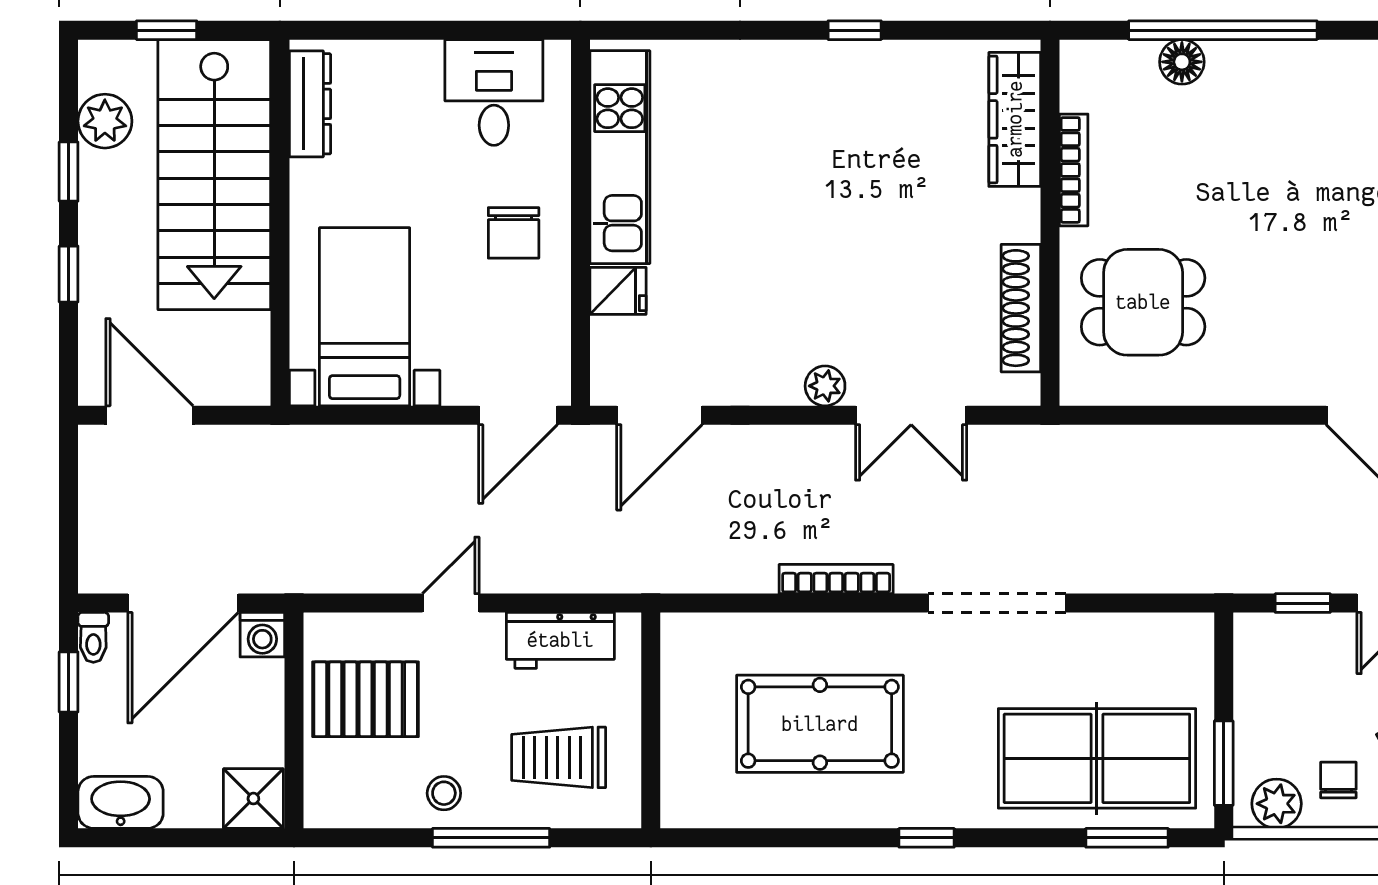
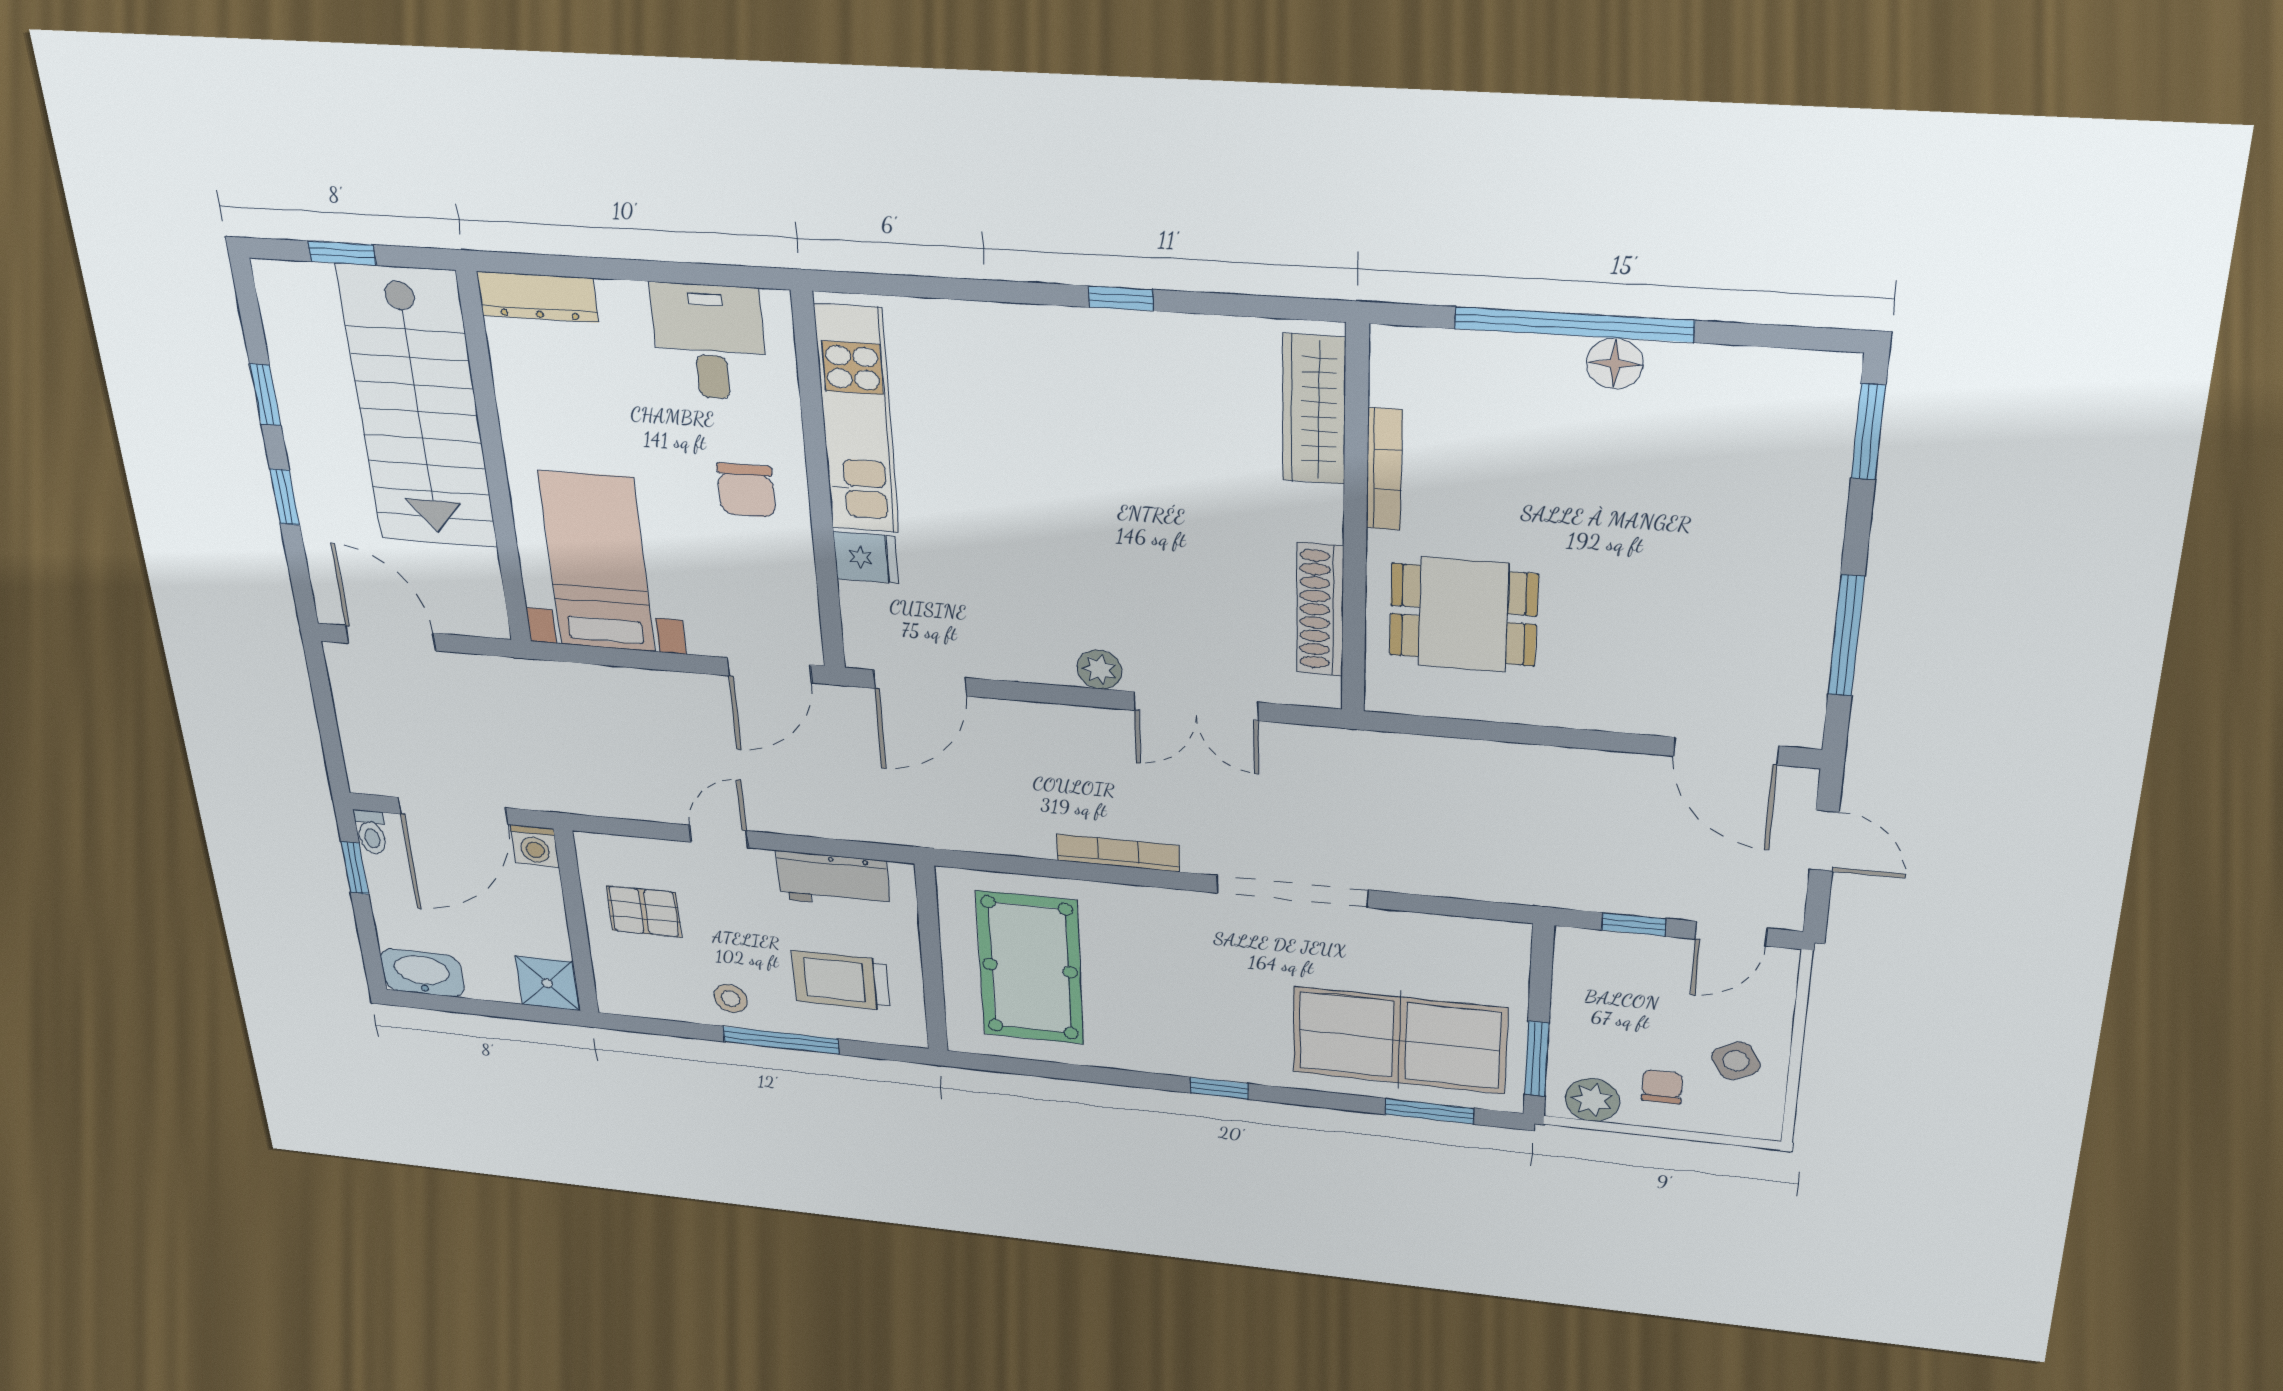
floor lamp: (1182, 62) -> (1615, 364), moved
dresser: (310, 104) -> (537, 297), moved, turned 90
plant: (105, 121) -> (293, 345), removed
pallet: (366, 699) -> (644, 912), width x0.67, depth x0.71
pool table: (820, 724) -> (1030, 968), moved, turned 90

